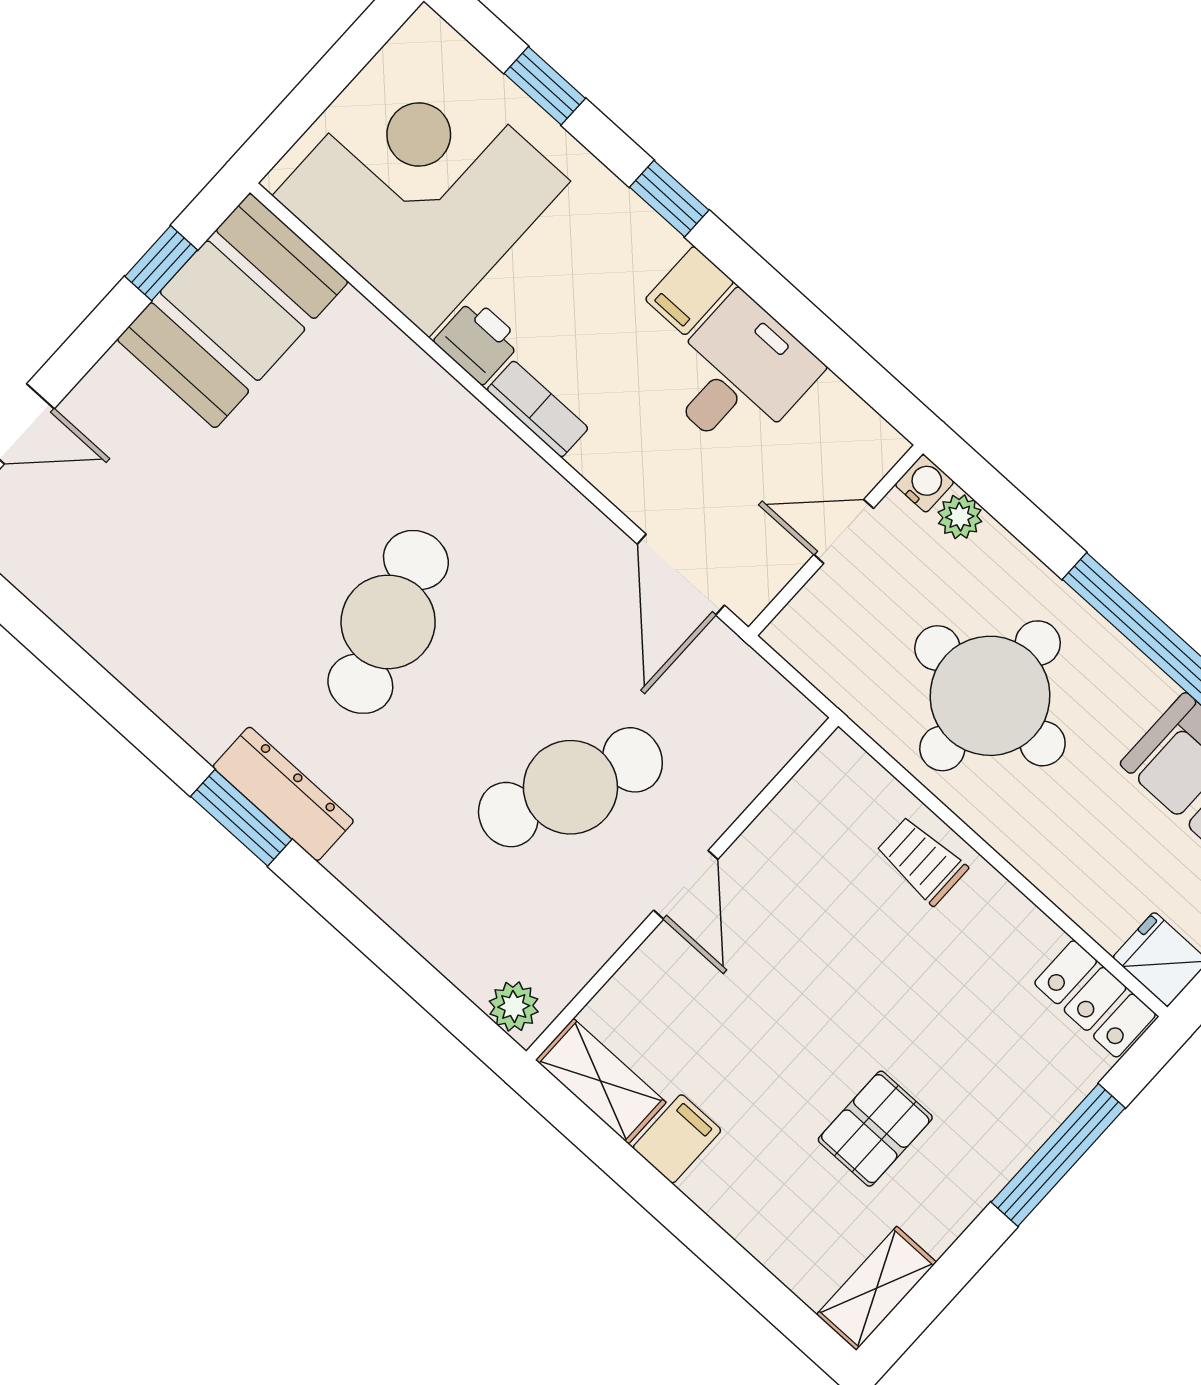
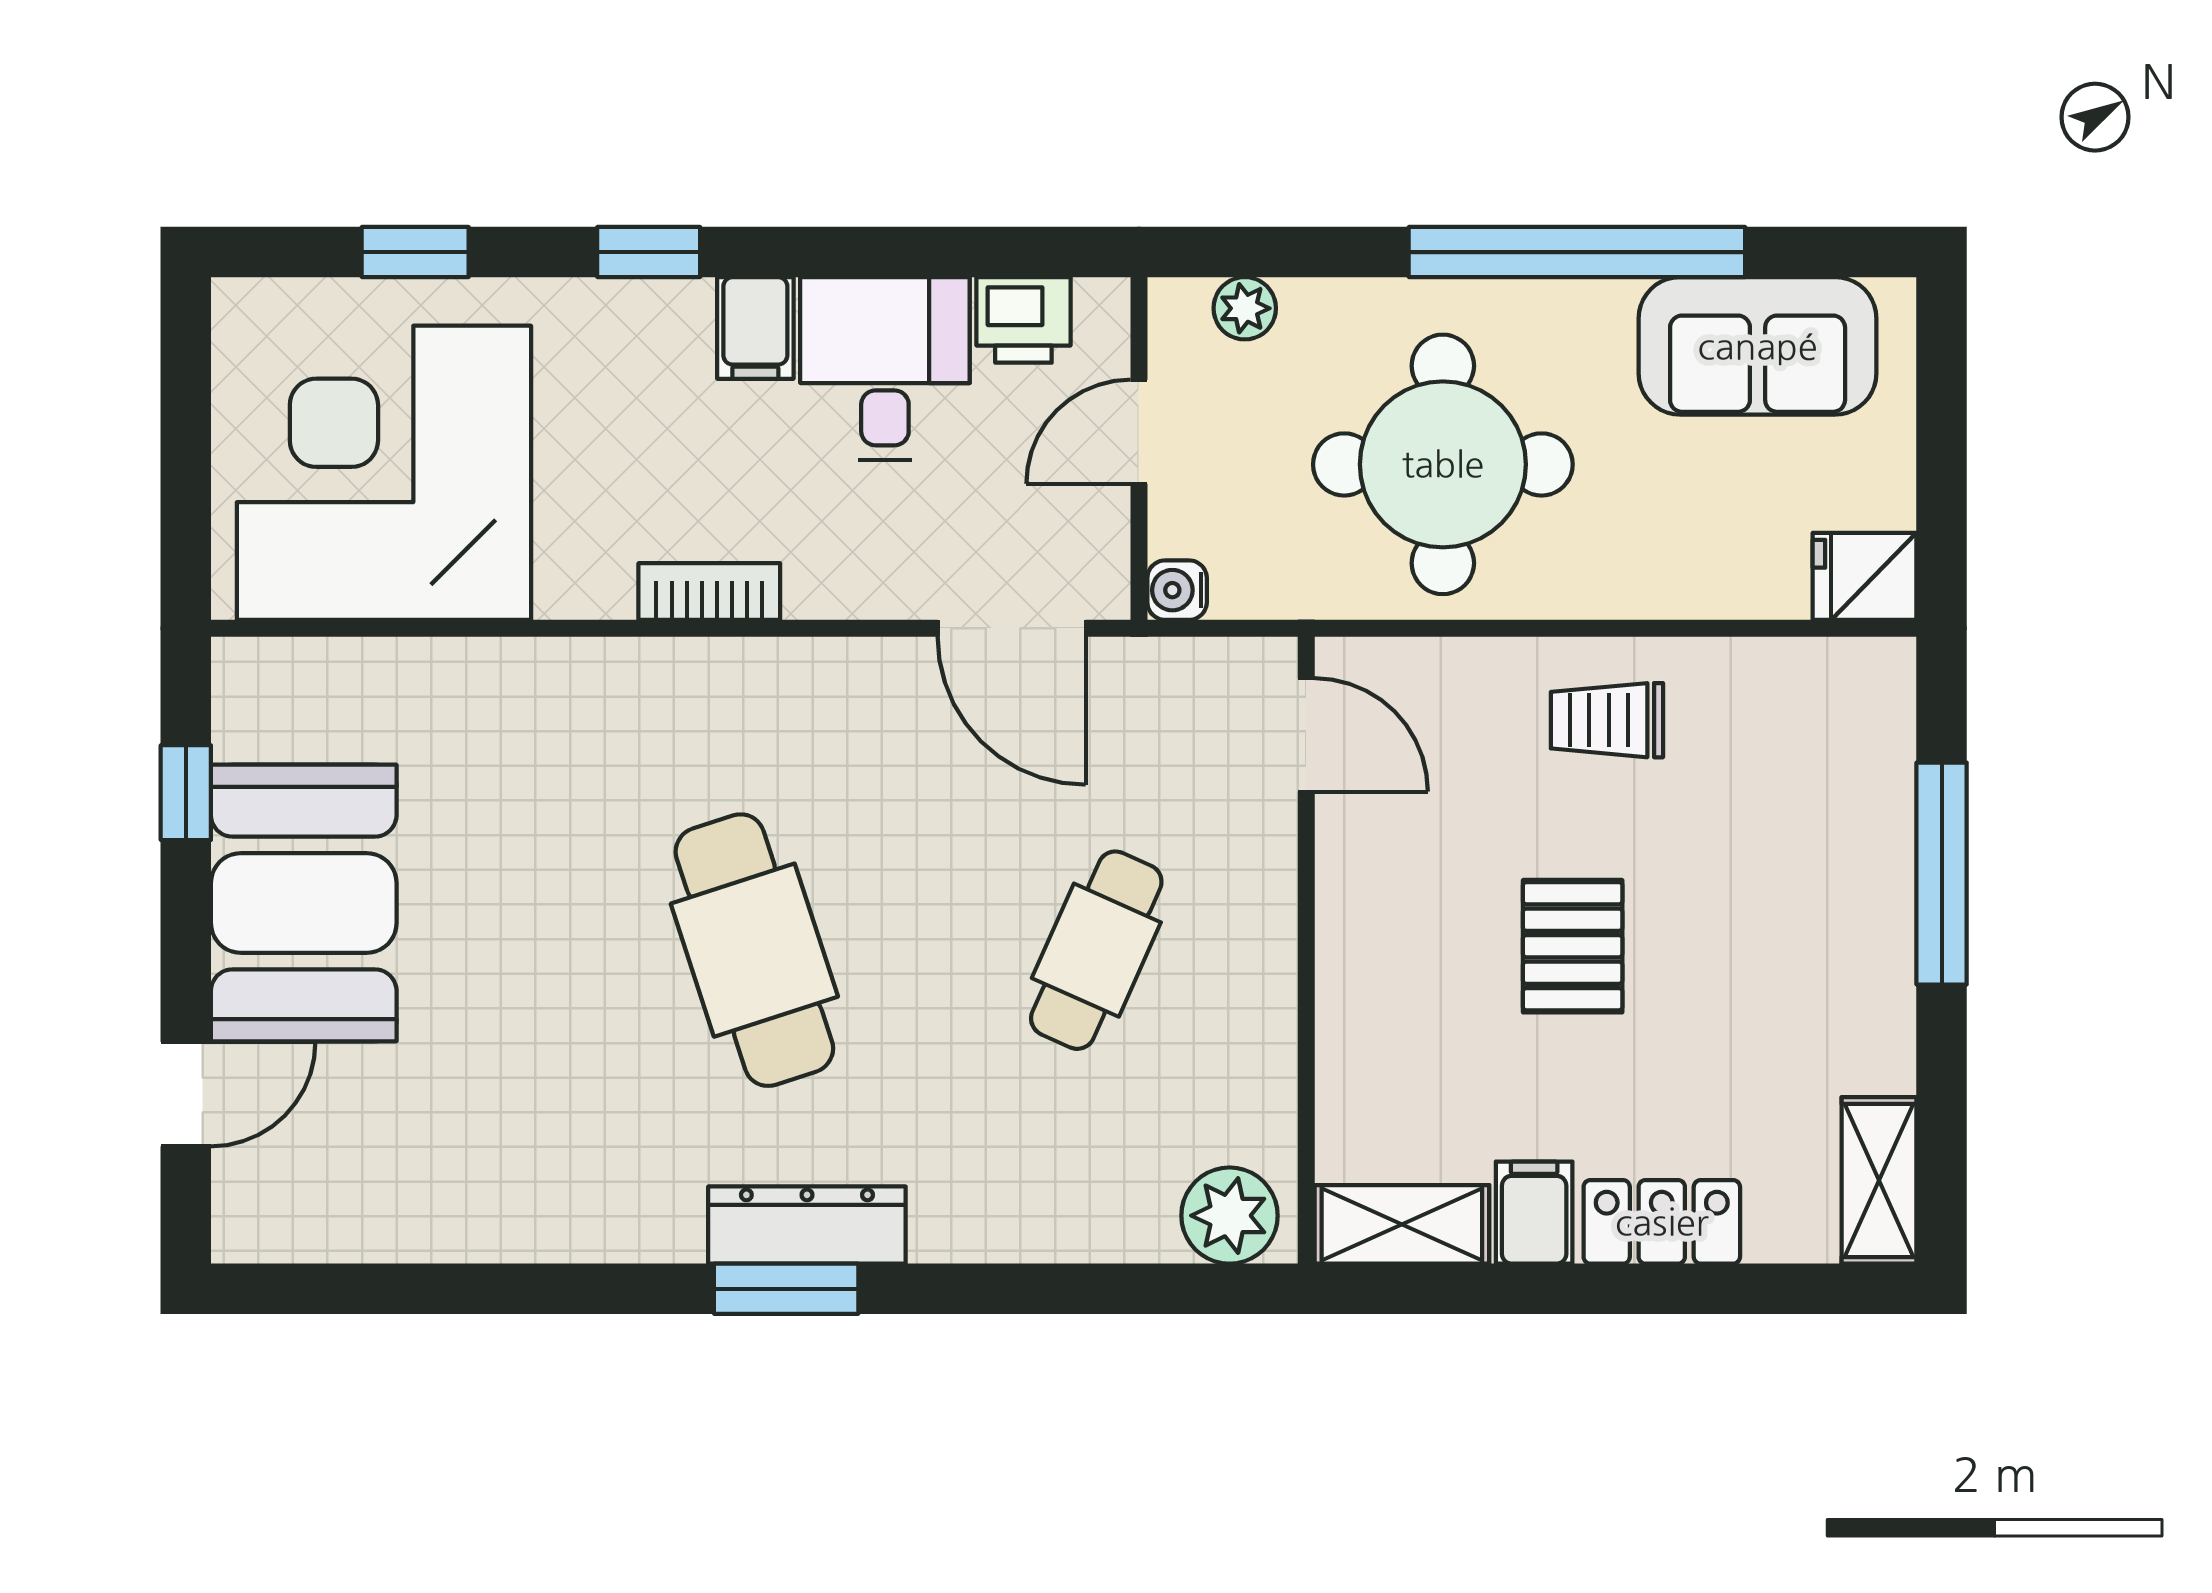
booth: (233, 311) -> (304, 903), moved
printer: (478, 341) -> (1023, 320), moved, turned 180
water cooler: (924, 483) -> (1177, 590), moved, turned -90
cafe table: (570, 787) -> (1096, 950), width x0.73, depth x0.74
trolley: (922, 861) -> (1607, 720), moved
door: (686, 885) -> (1306, 735), moved
locker: (1095, 999) -> (1662, 1222), moved, turned 180
plant: (514, 1006) -> (1230, 1216), width x1.38, depth x1.38
pallet: (875, 1129) -> (1573, 946), moved

